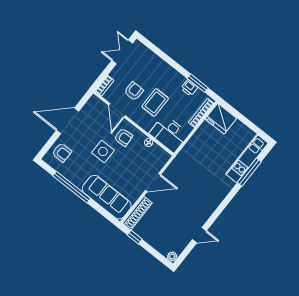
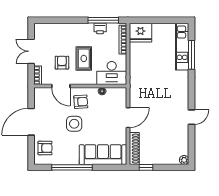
double door: (122, 52) -> (31, 51), moved
window: (198, 83) -> (103, 20), width x1.44
door: (199, 235) -> (192, 117), moved

